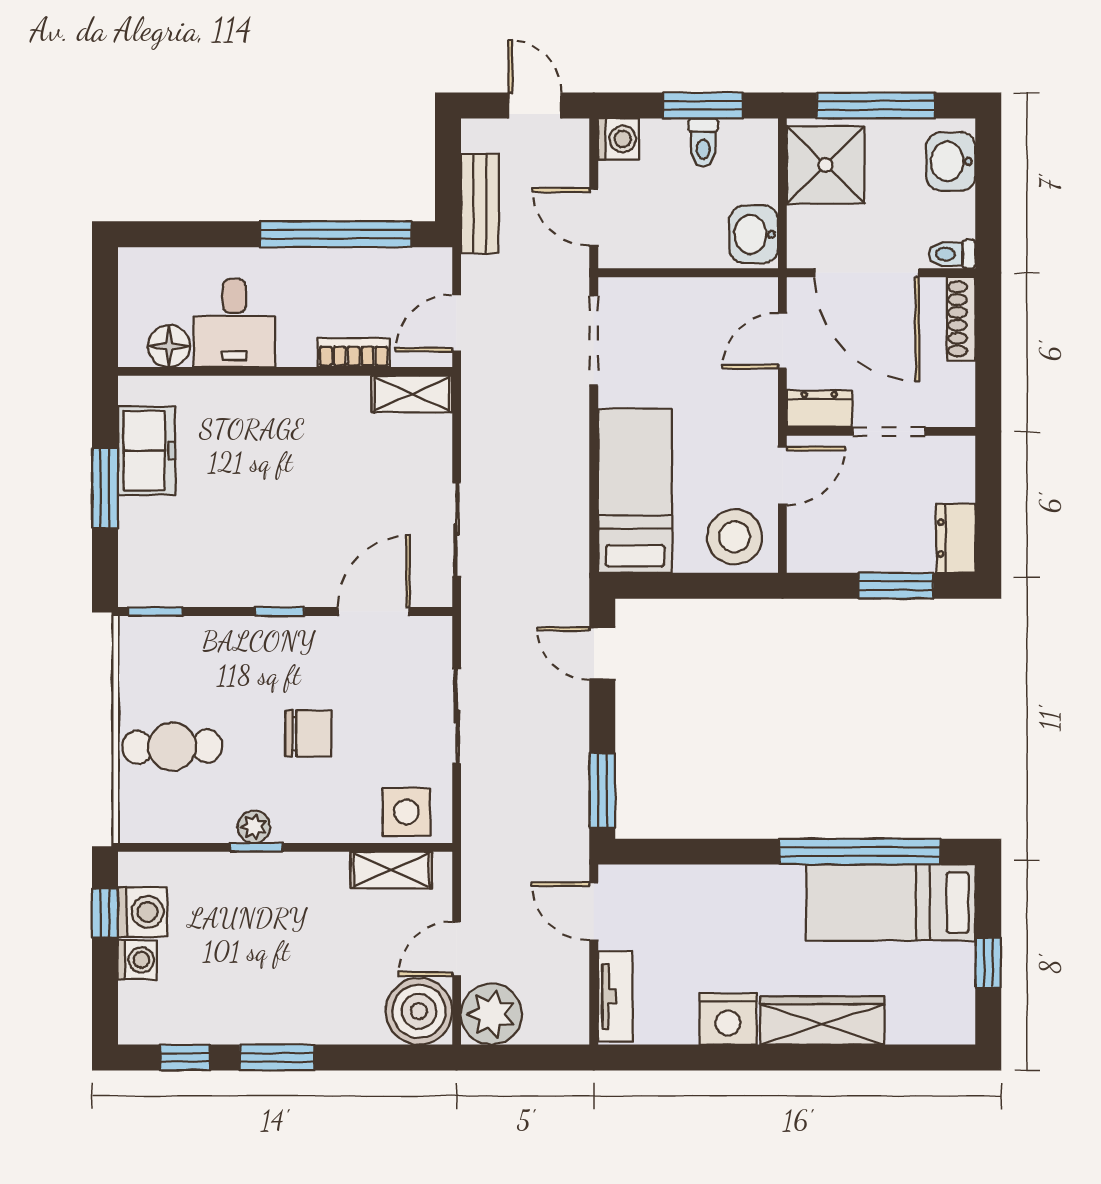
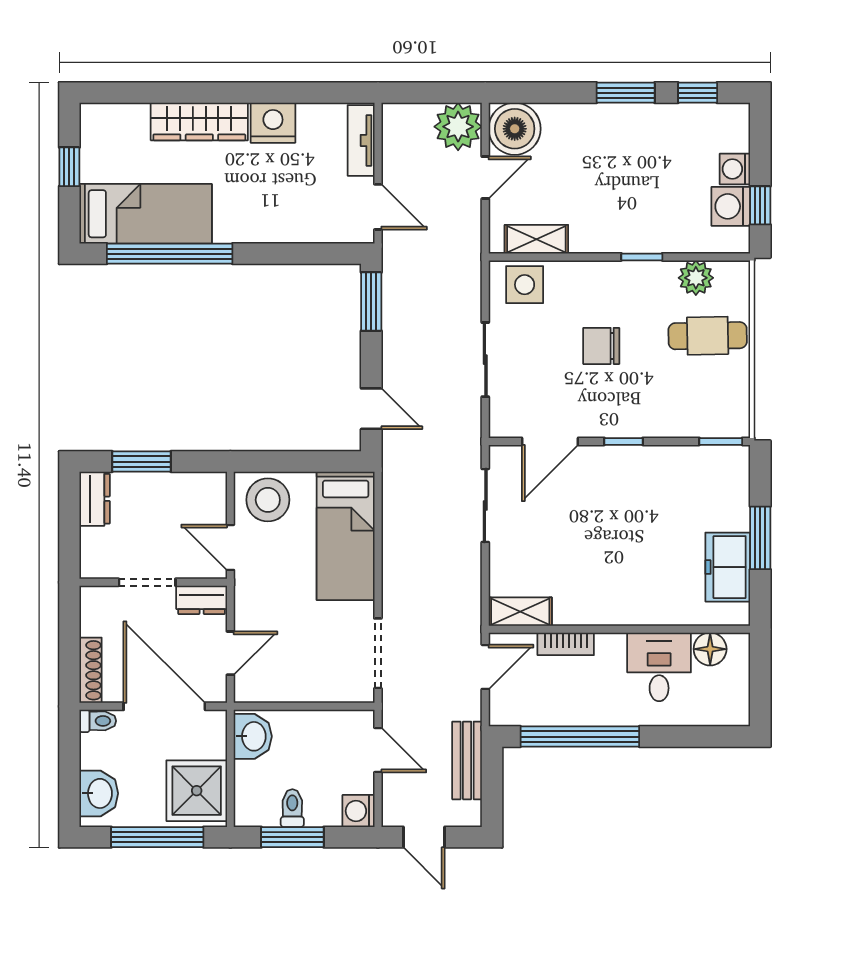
door: (782, 476) -> (230, 547), hinge flipped
plant: (254, 827) -> (696, 278), moved, width x1.38, depth x1.38

